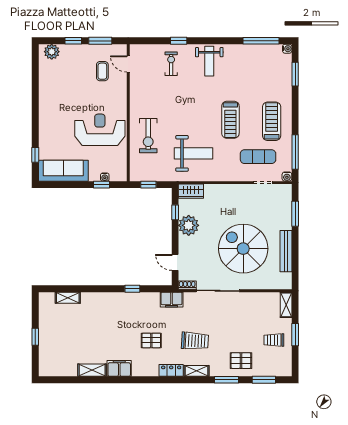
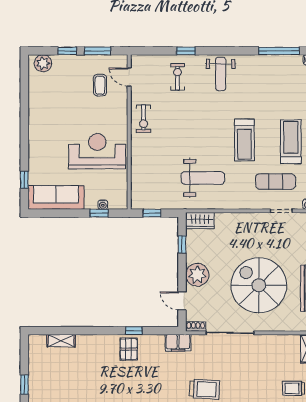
exercise bike: (148, 136) -> (143, 119), moved, width x0.73, depth x0.72
plant: (189, 225) -> (197, 275), moved
pallet: (151, 340) -> (129, 349), moved, turned 90

